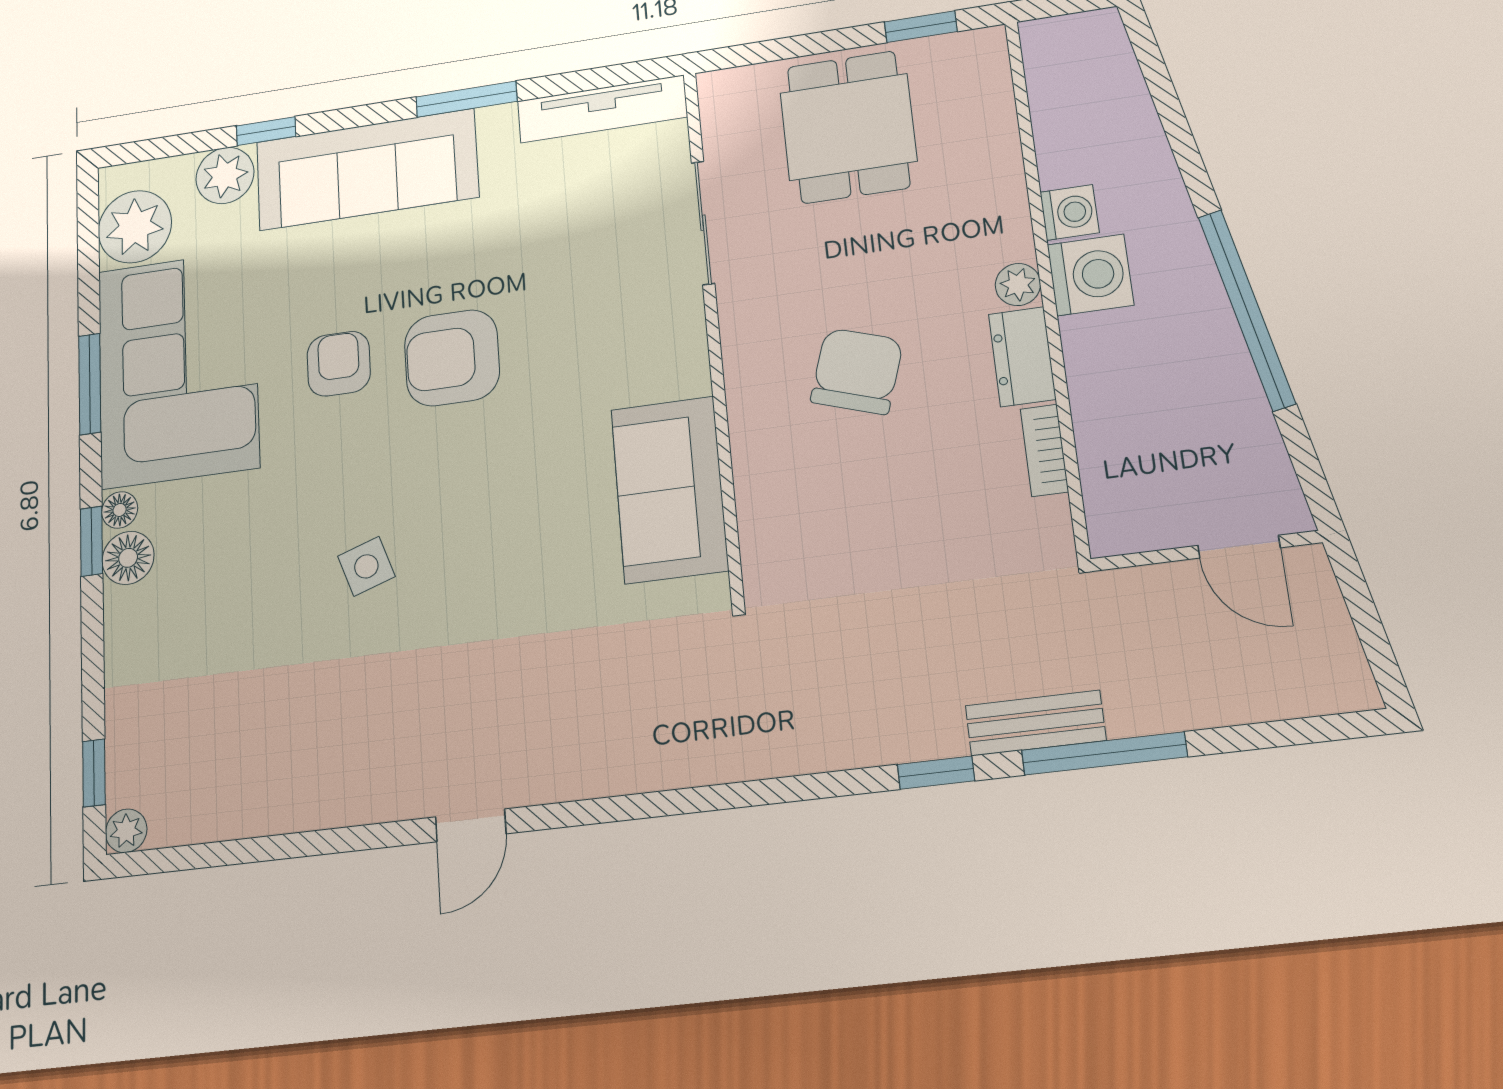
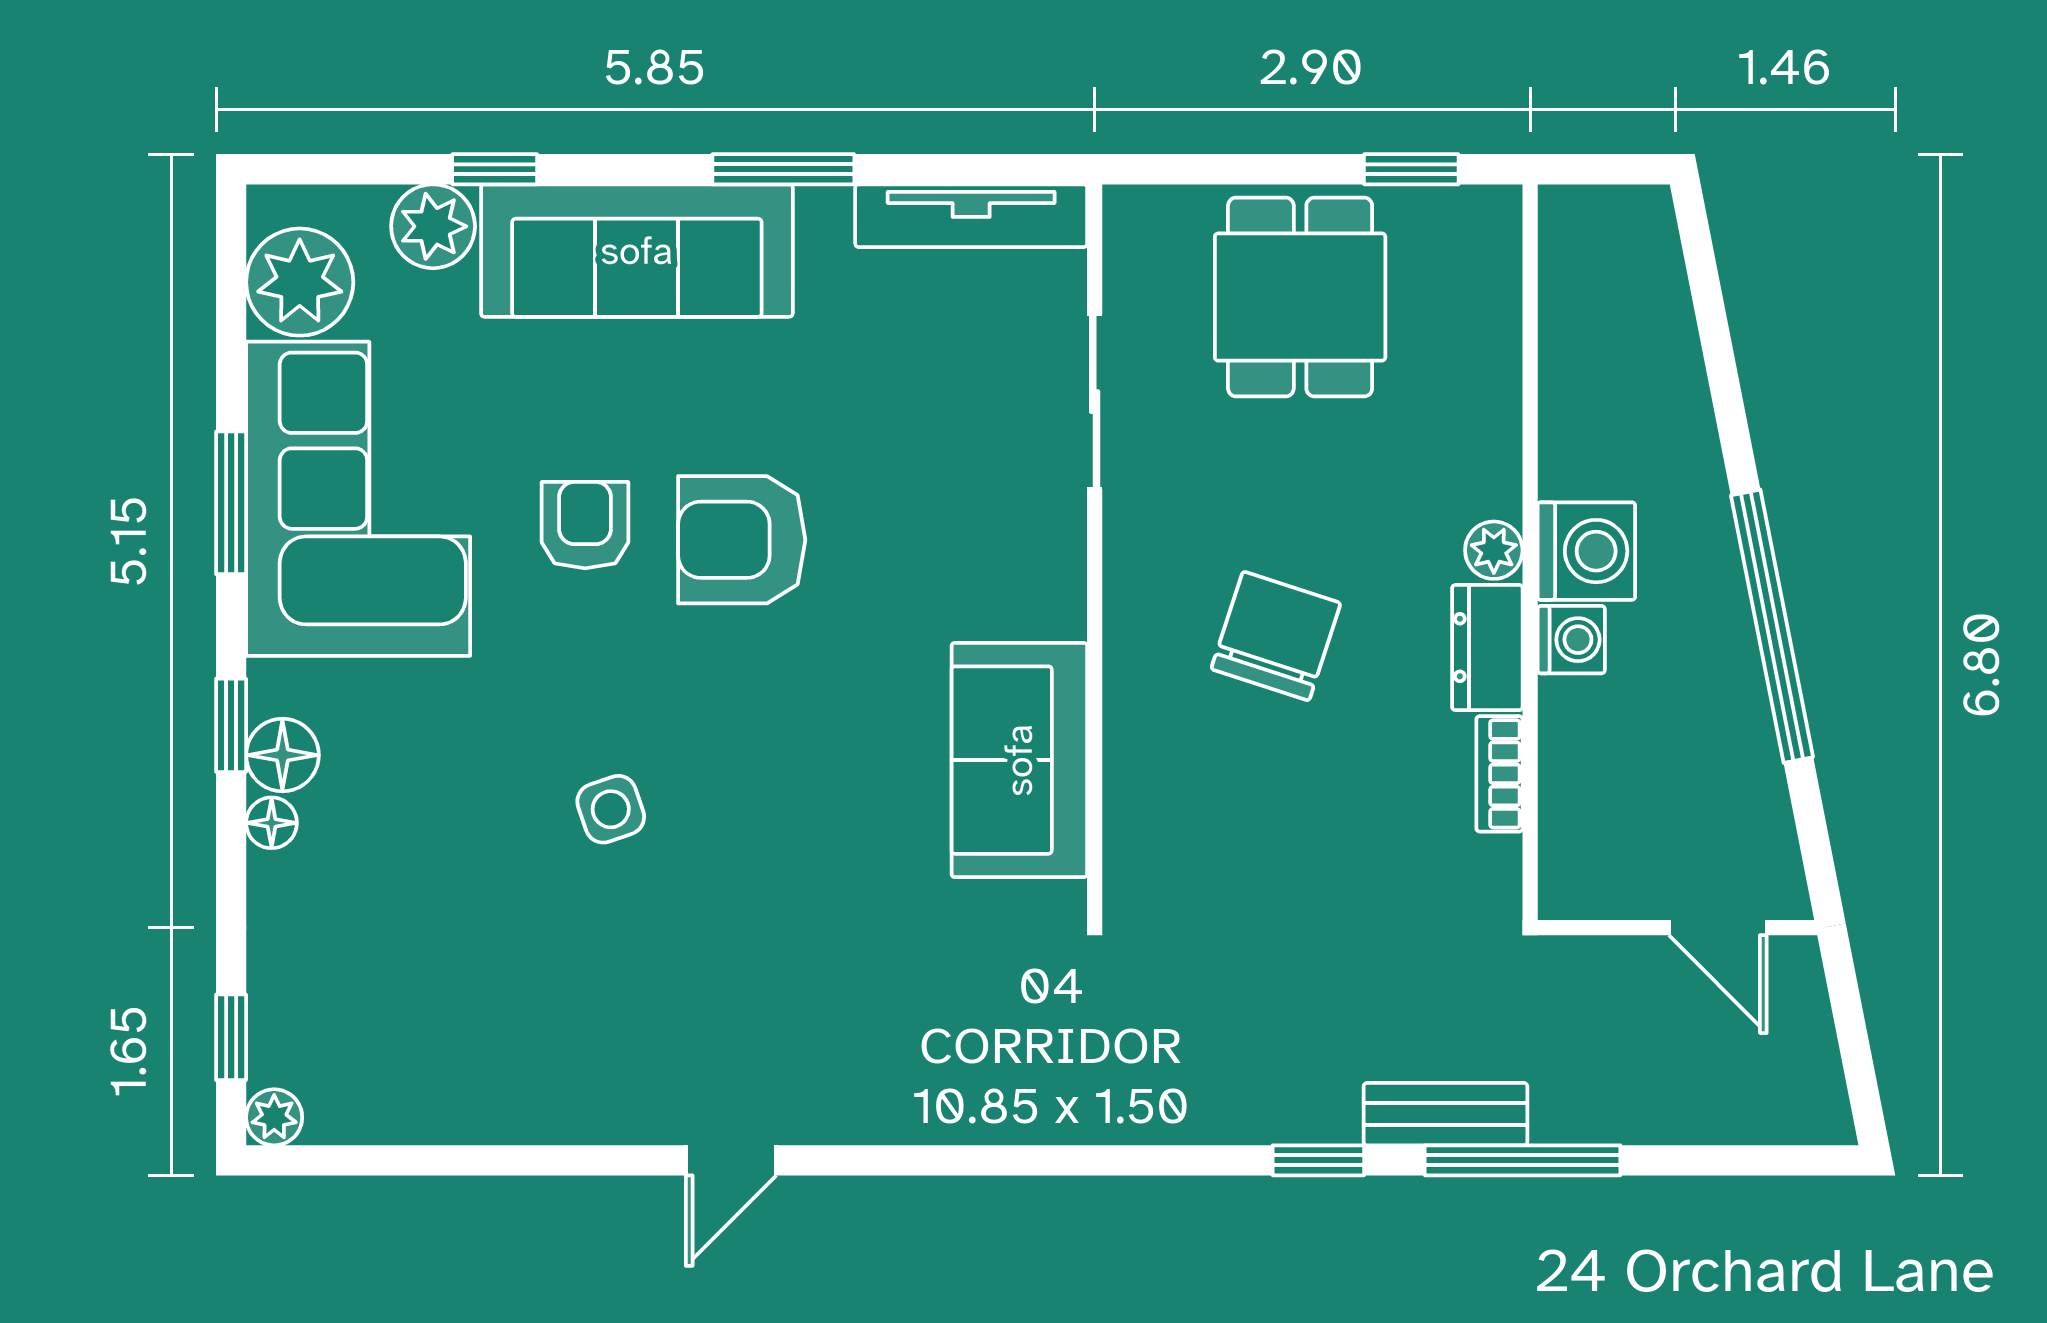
washing machine: (1070, 212) -> (1571, 640), moved
floor lamp: (120, 510) -> (272, 823), moved

